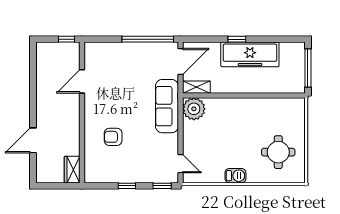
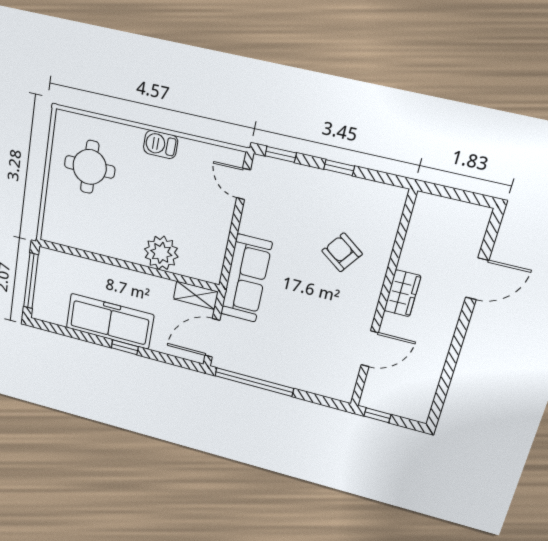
plant: (194, 109) -> (161, 253), moved
armchair: (113, 137) -> (342, 252), turned -144
wardrobe: (72, 170) -> (402, 293), moved

